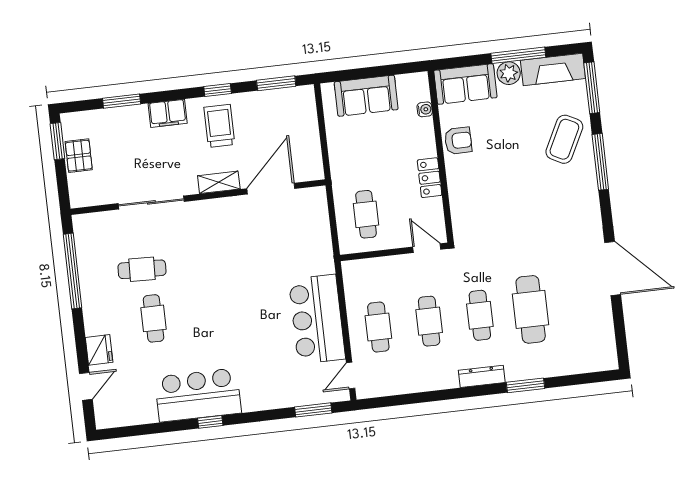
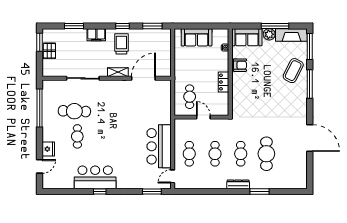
door: (427, 248) -> (203, 117), moved
cafe table: (142, 269) -> (74, 111), width x1.37, depth x1.35

